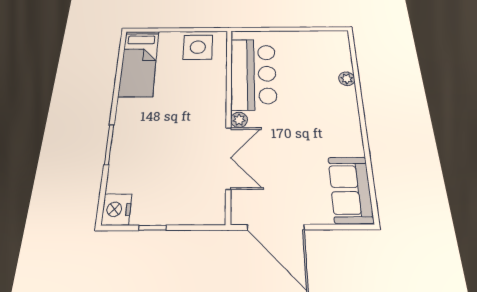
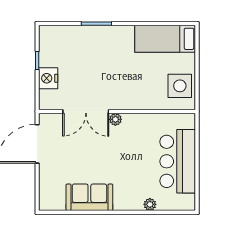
bar counter: (253, 74) -> (178, 161), moved, turned 90
sofa: (351, 189) -> (89, 197), moved
nightstand: (116, 209) -> (48, 78), moved, turned -90

